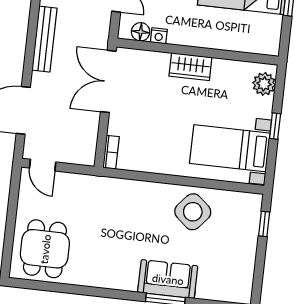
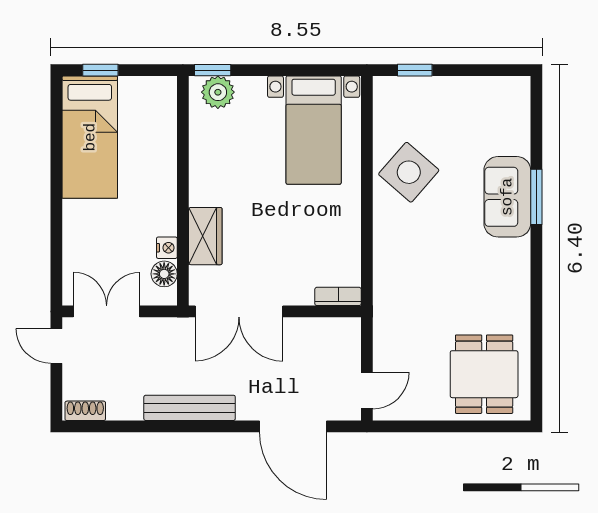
wardrobe: (190, 67) -> (205, 236), moved
window: (275, 126) -> (213, 70), moved
dining table: (45, 249) -> (484, 374), turned 90

